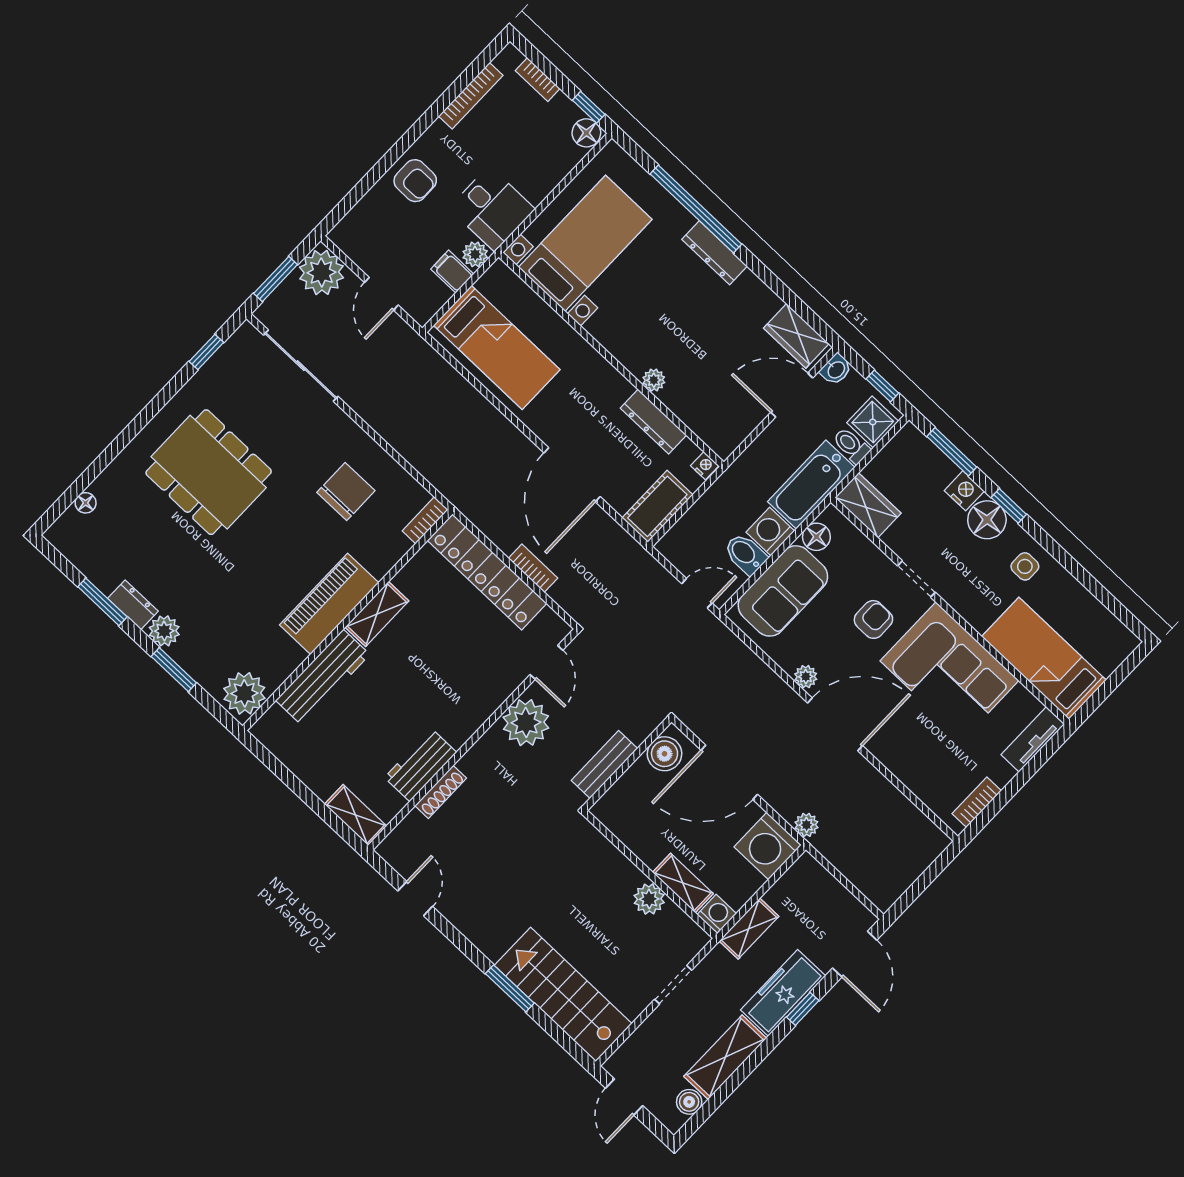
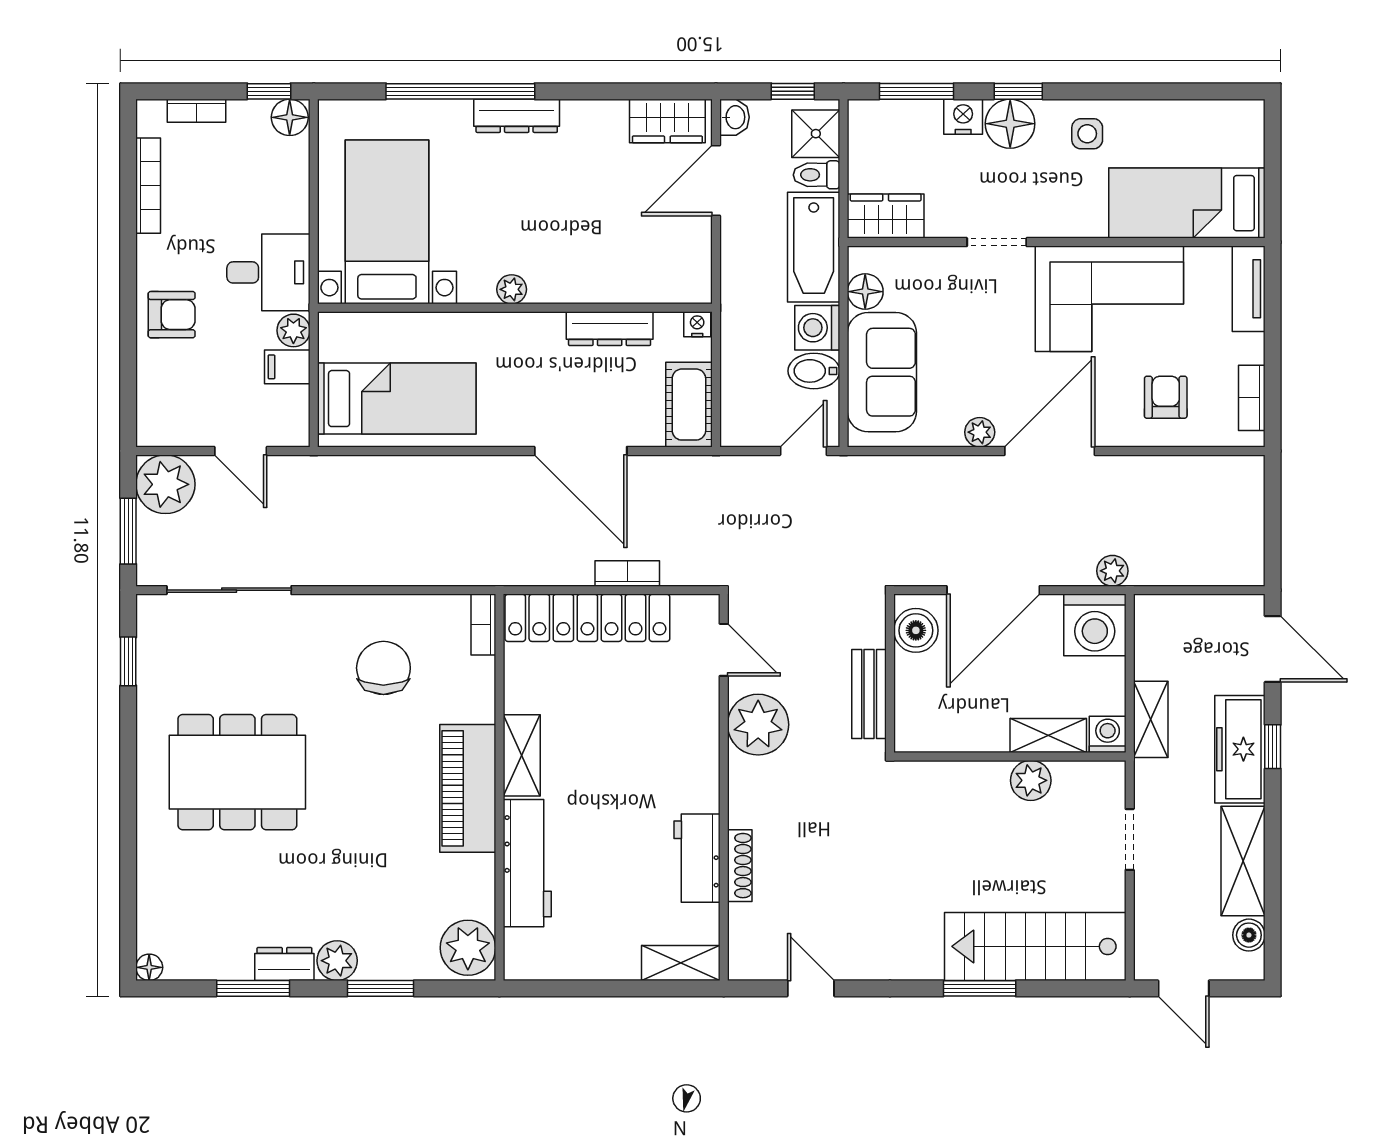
plant: (654, 380) -> (512, 289), moved
floor lamp: (86, 503) -> (149, 967), moved
armchair: (873, 619) -> (1166, 397), moved

